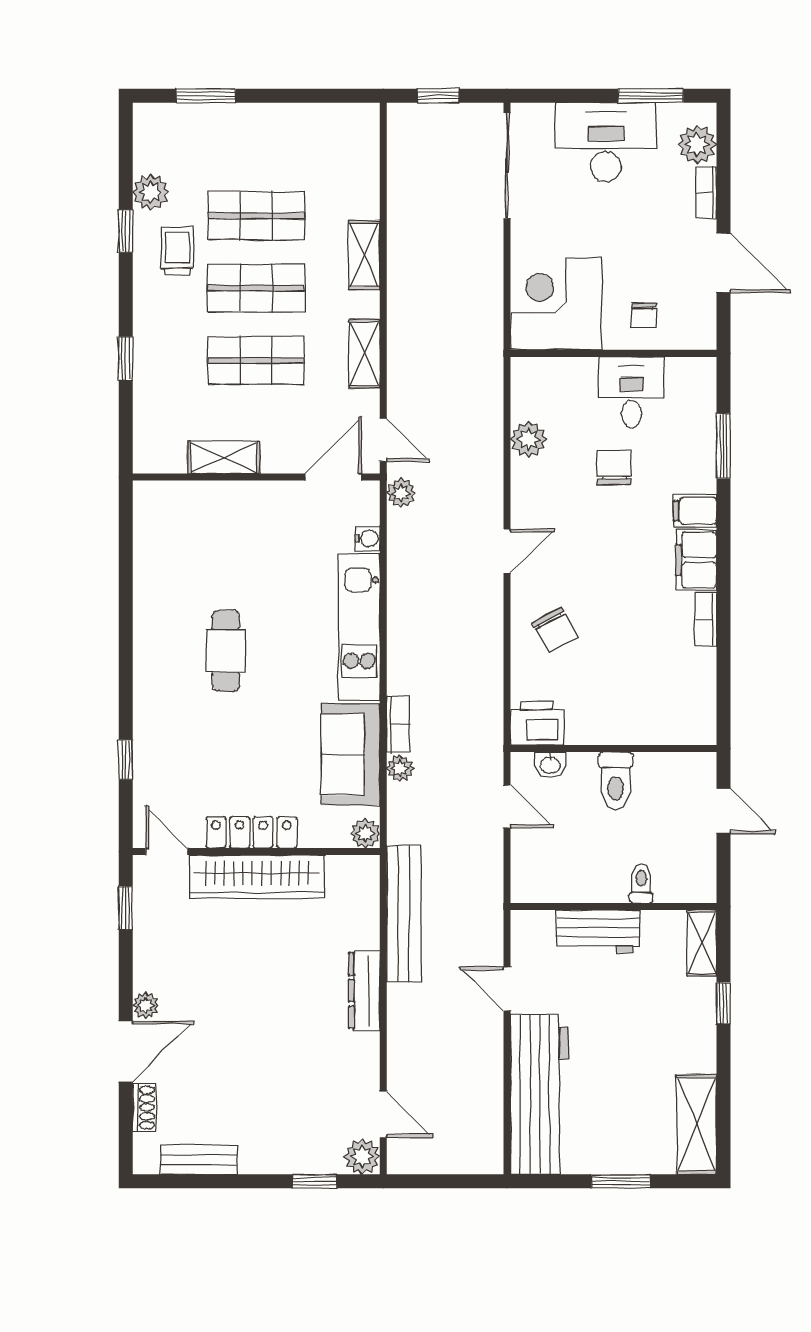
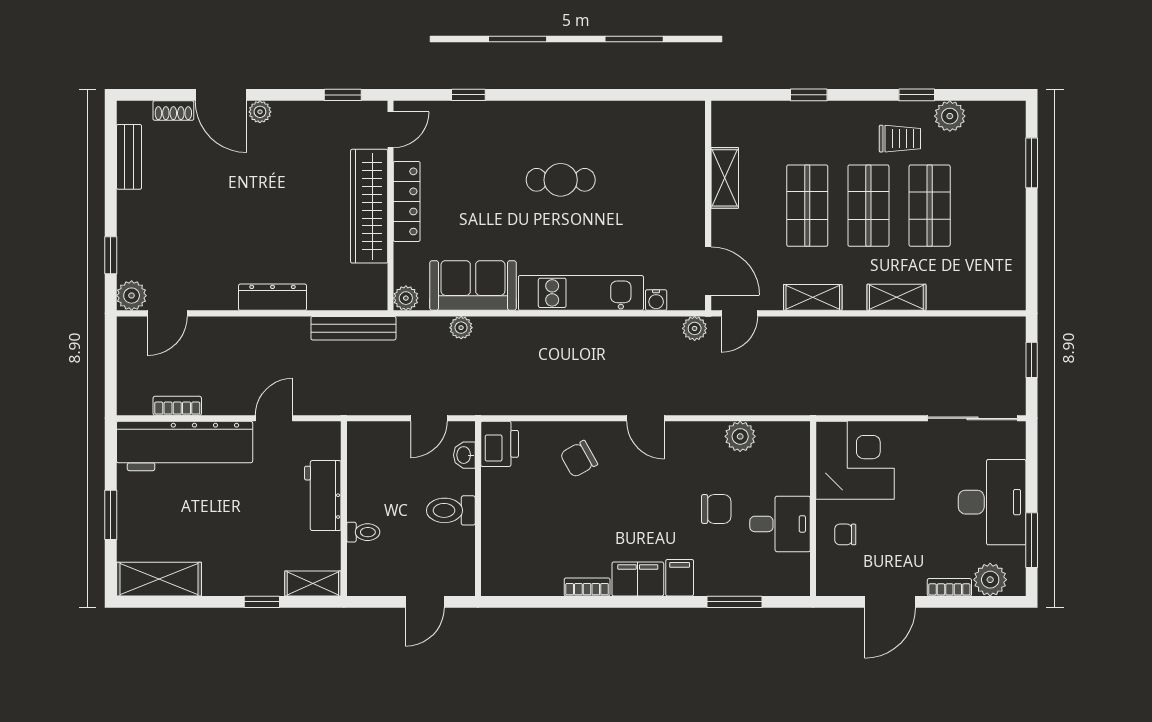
bookcase: (398, 724) -> (177, 406), moved, turned 180
bench: (404, 914) -> (353, 328), width x0.73, depth x0.82

